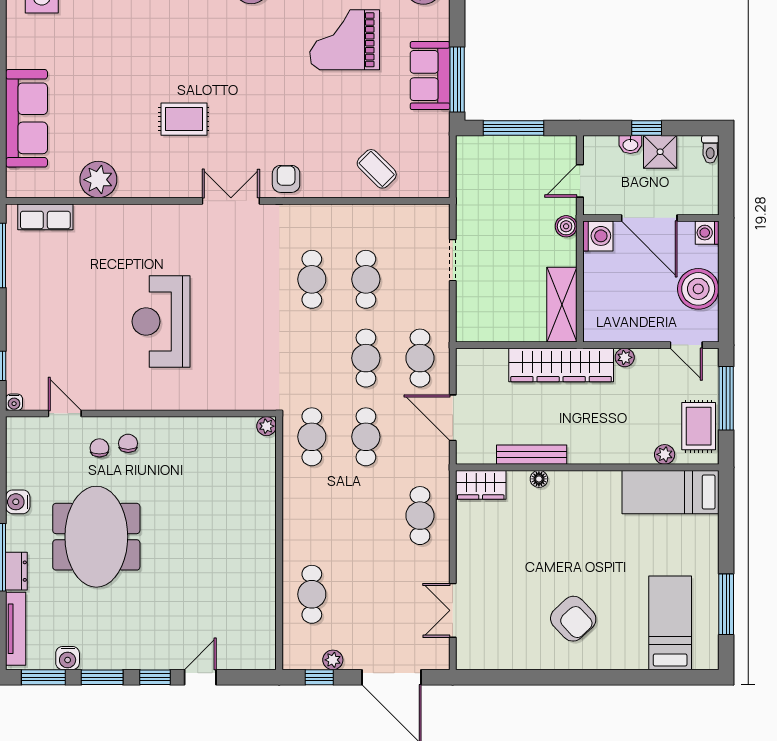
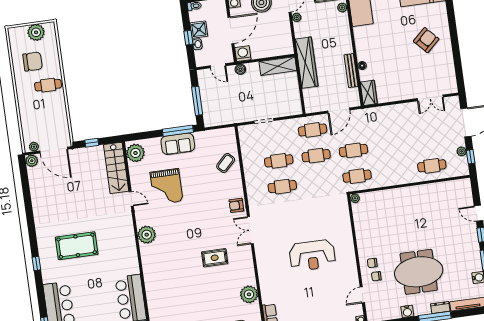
rug: (184, 119) -> (215, 258), turned 90
plant: (625, 357) -> (297, 17), moved
cafe table: (420, 516) -> (387, 120), removed

